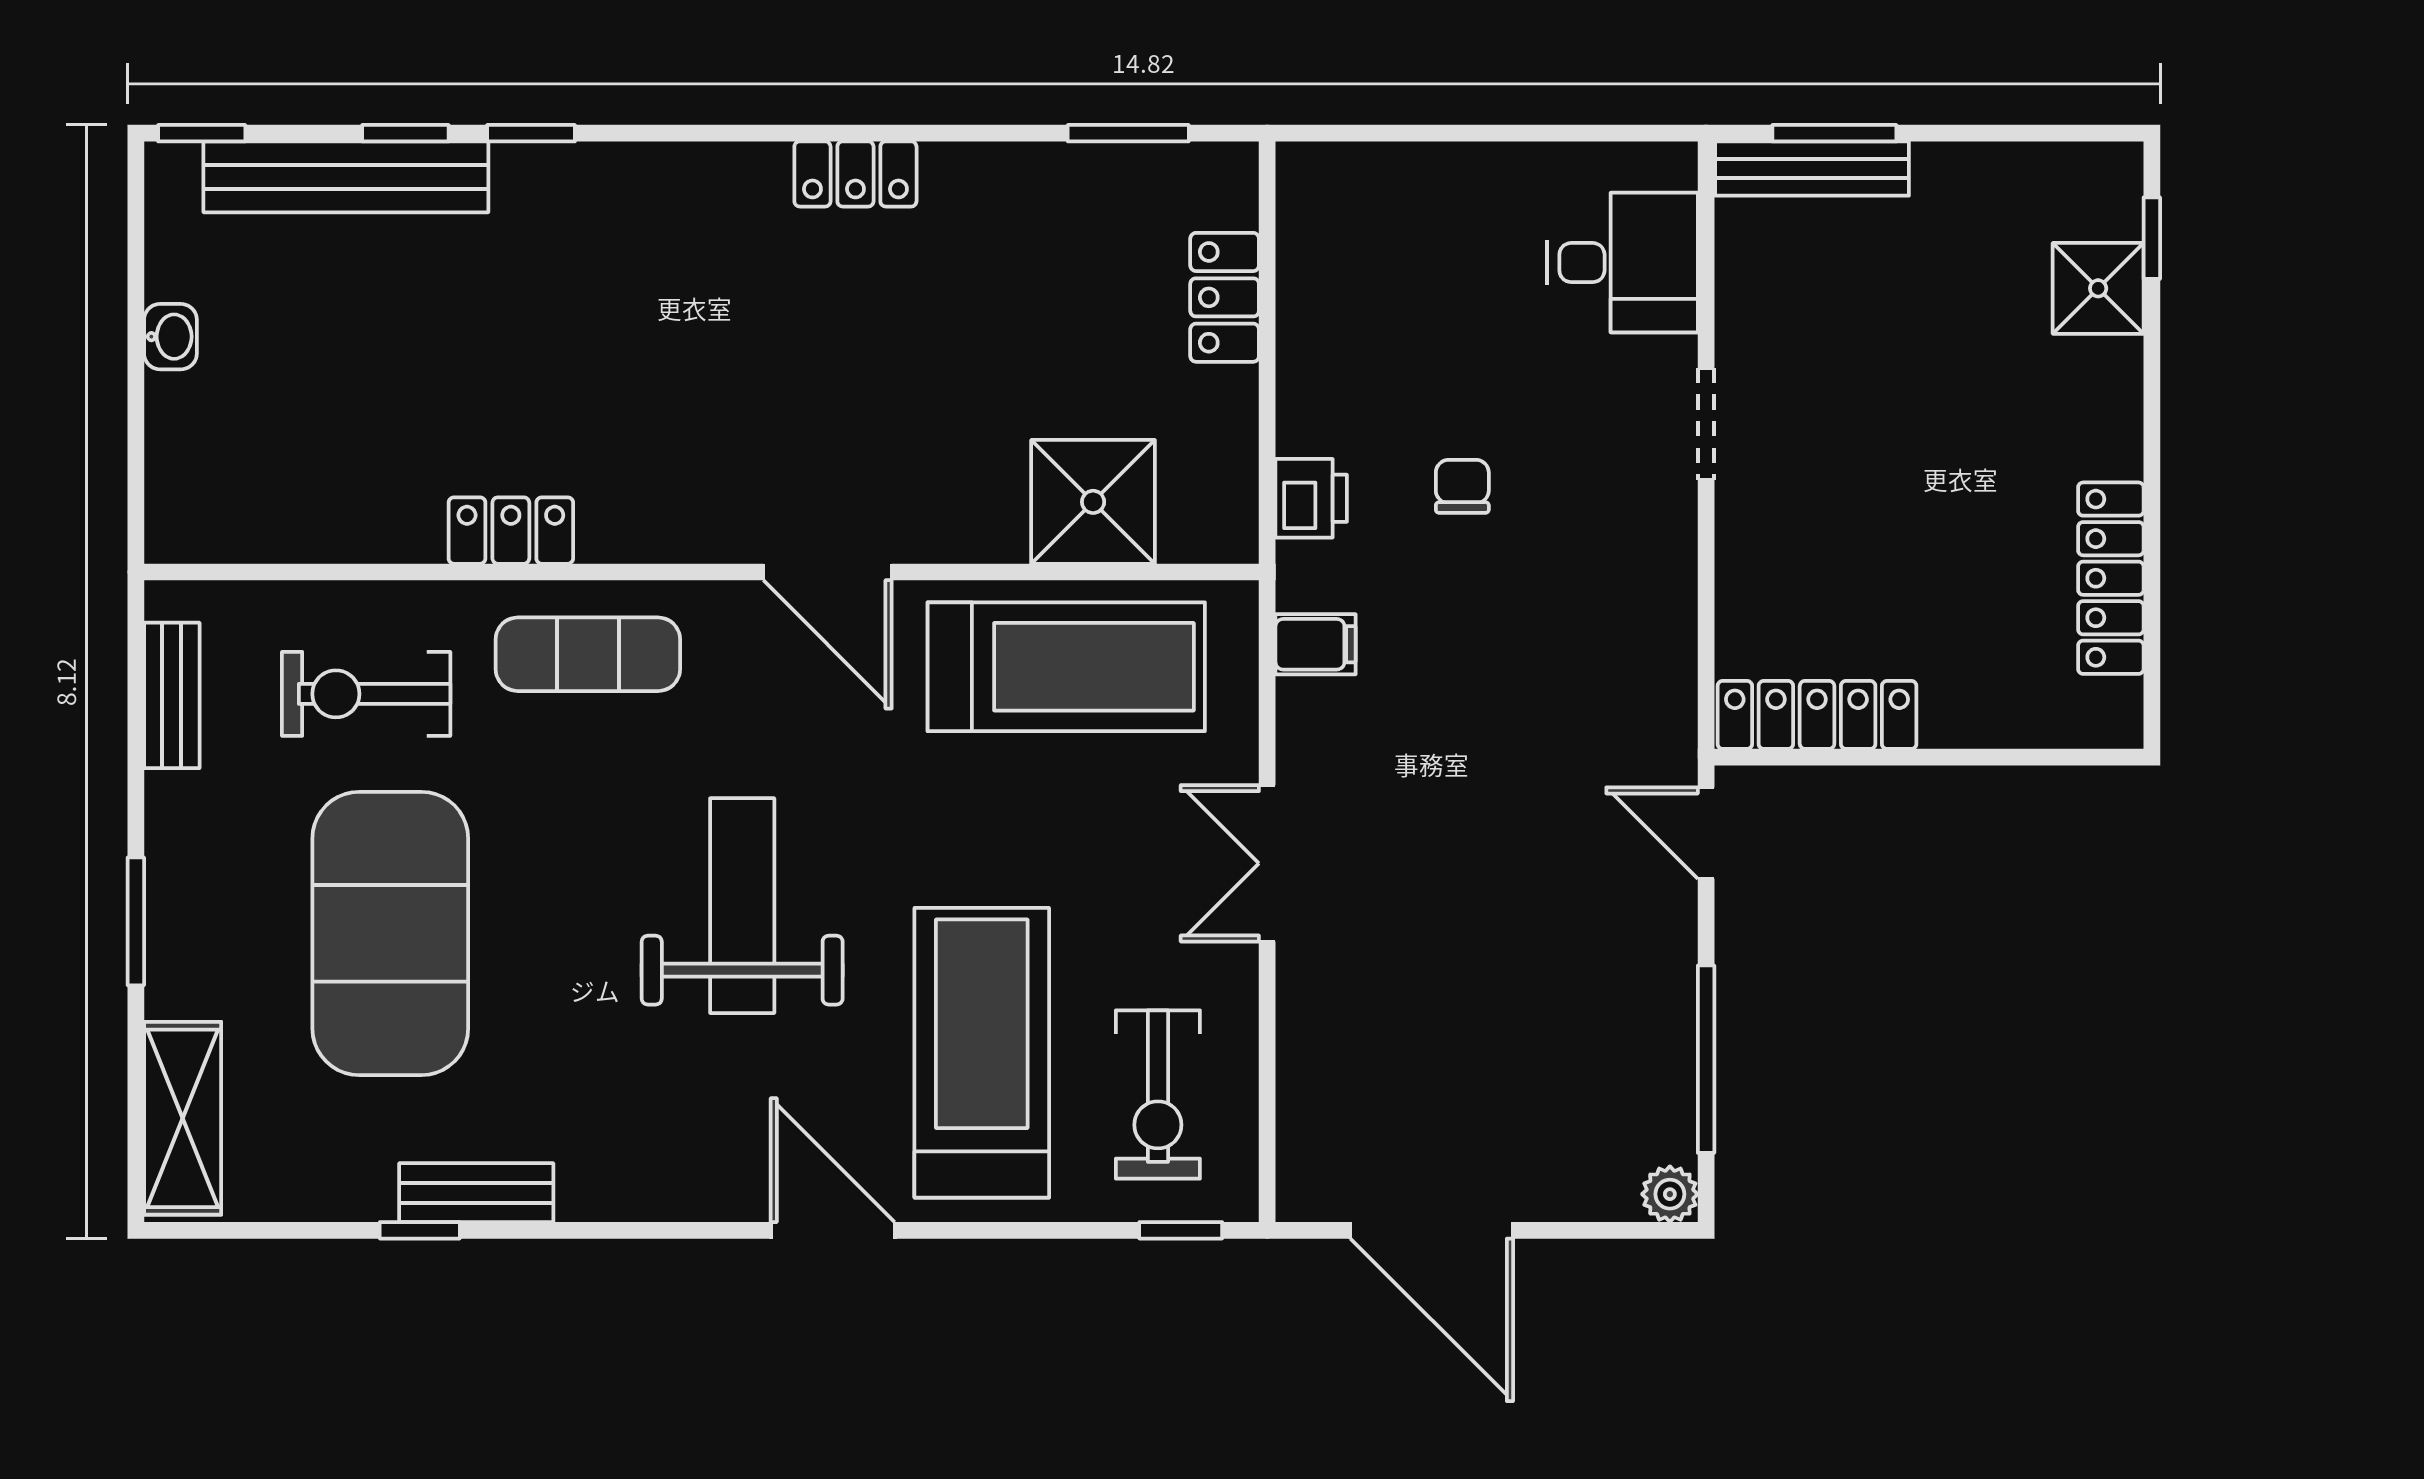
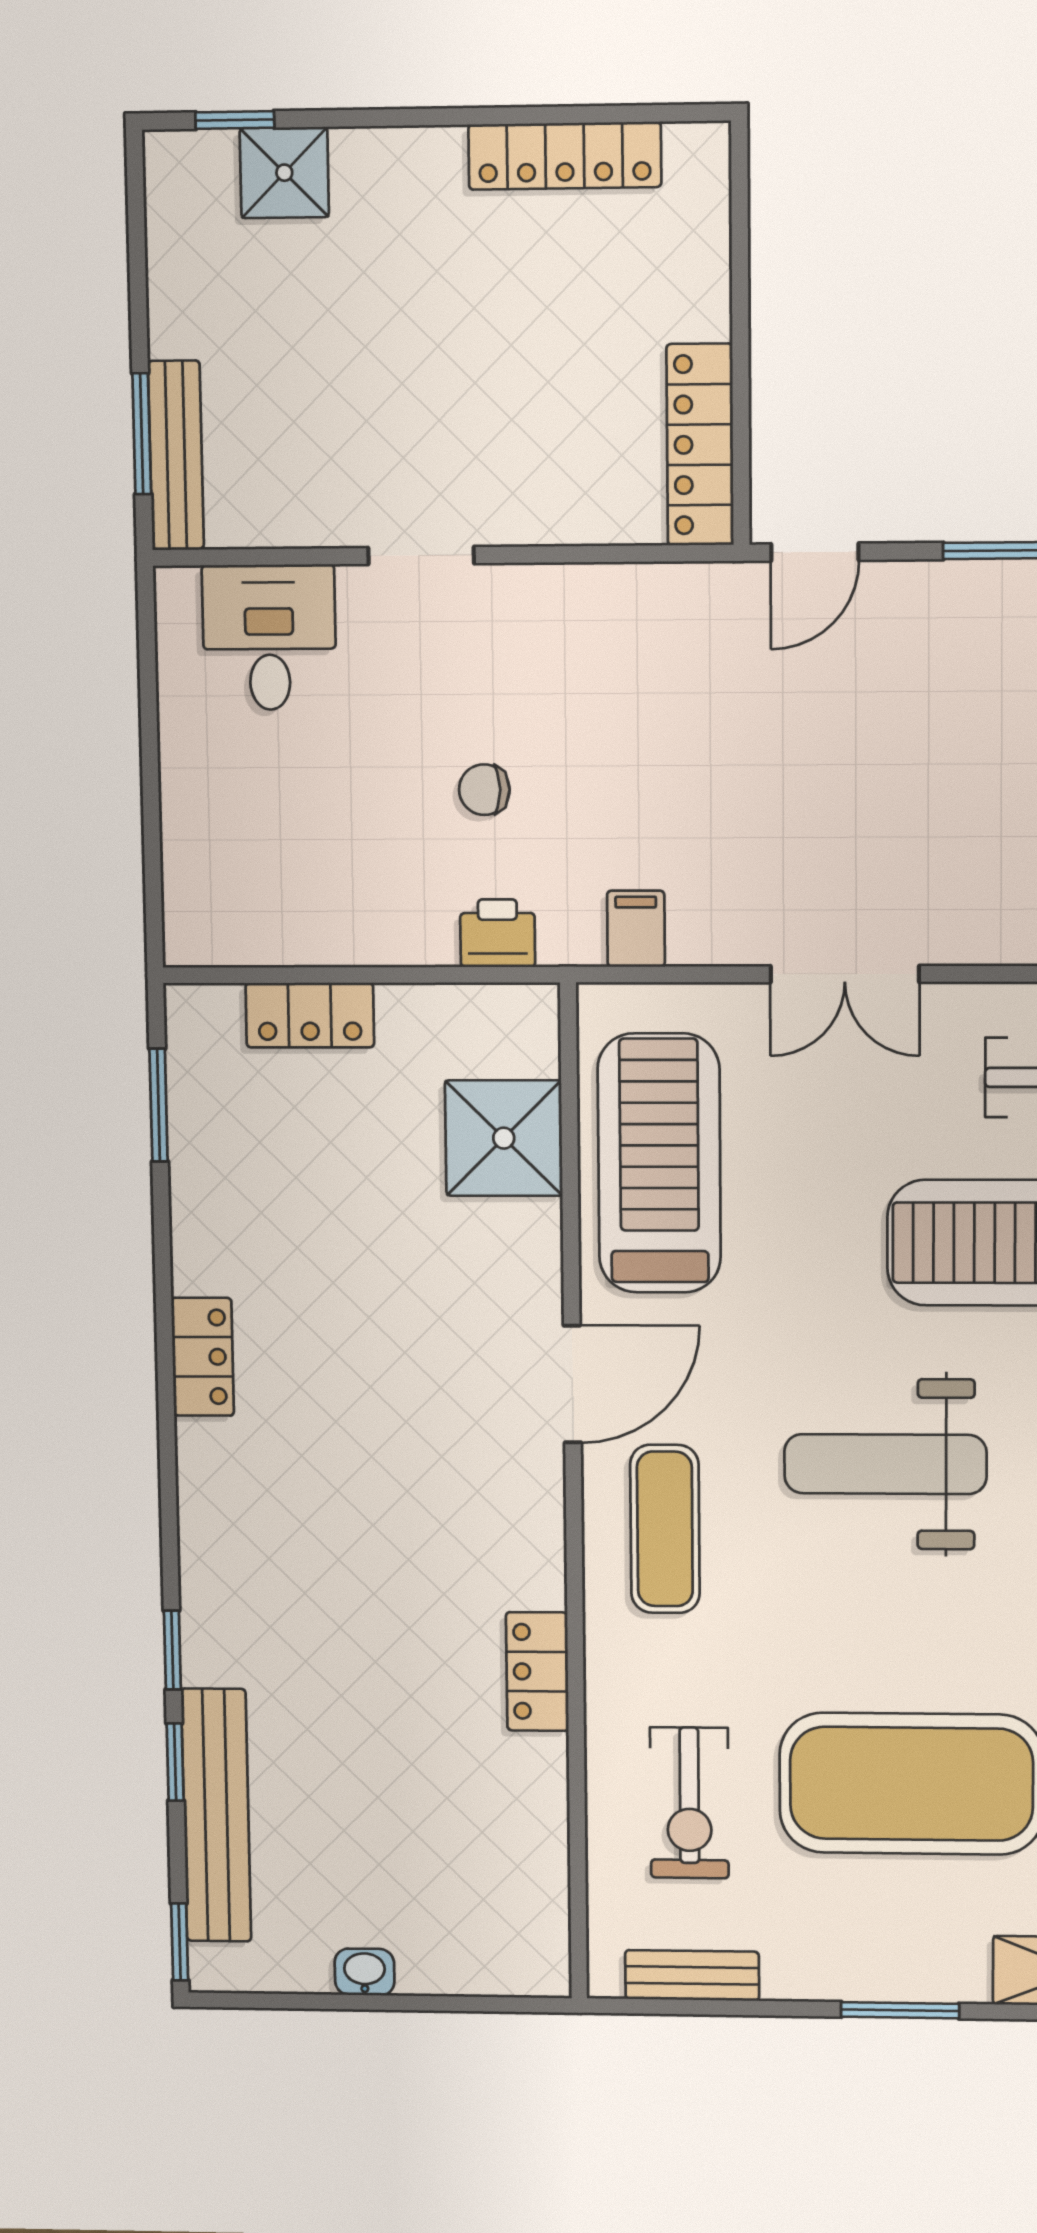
exercise mat: (588, 654) -> (665, 1529), moved

